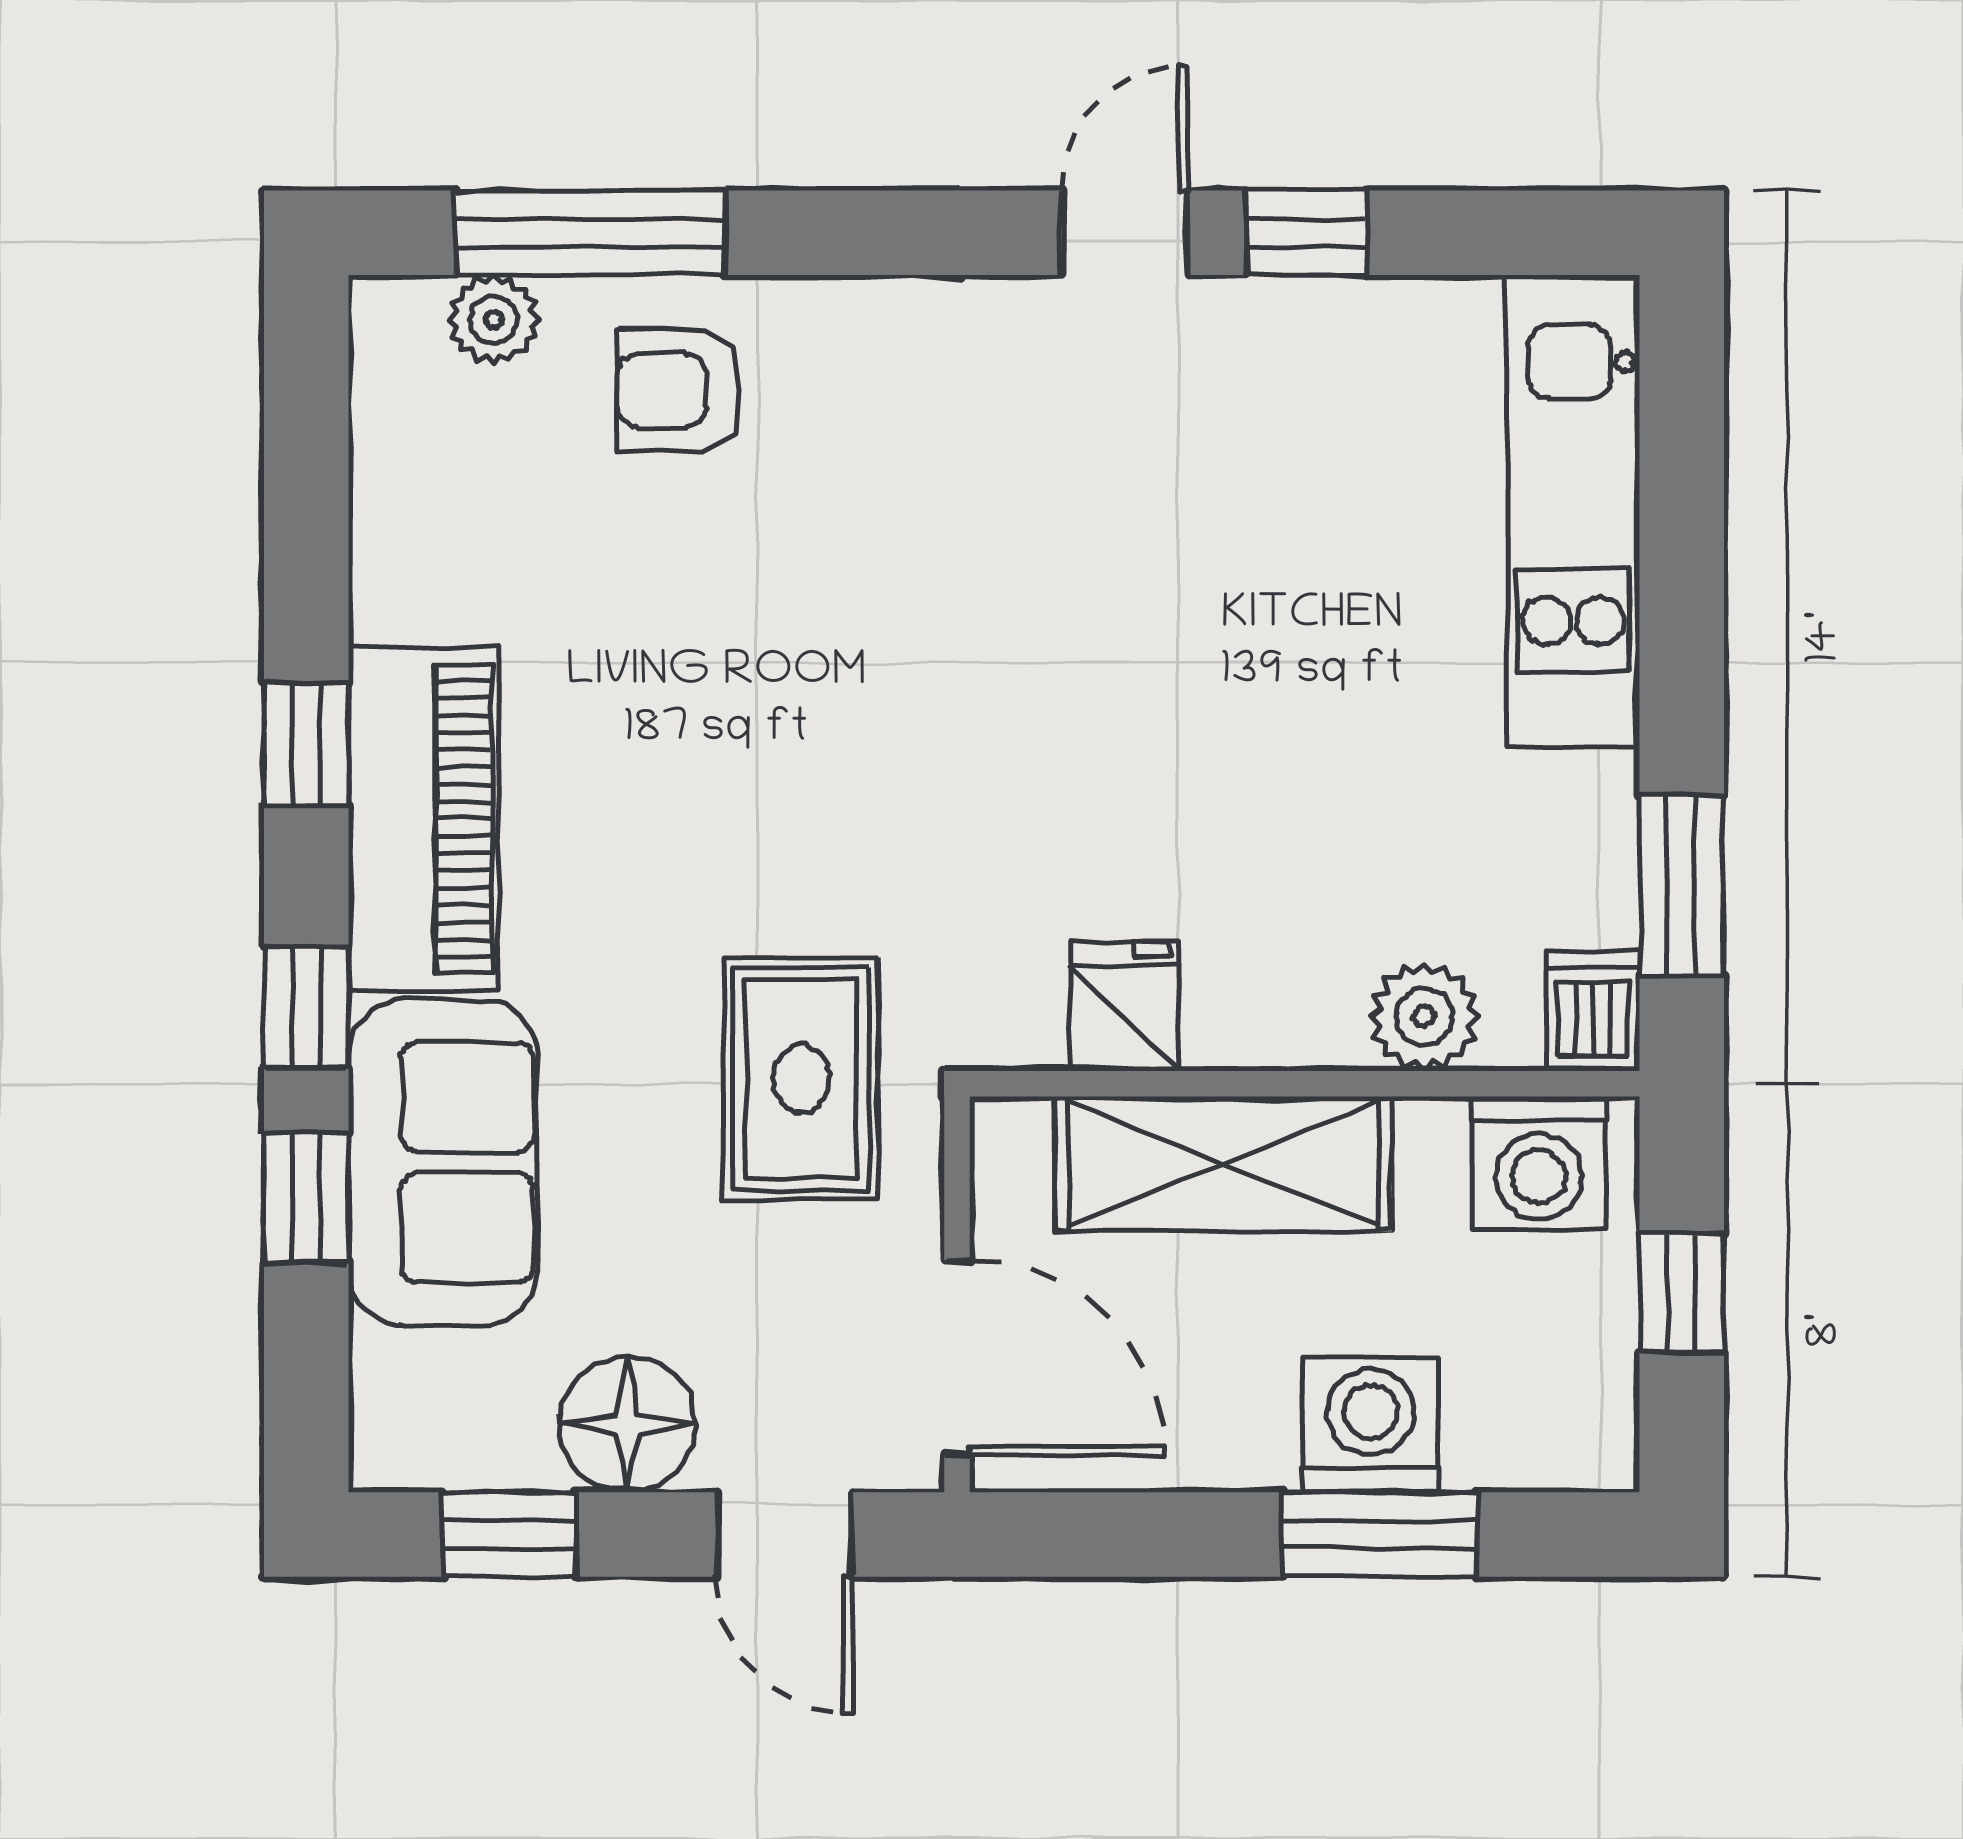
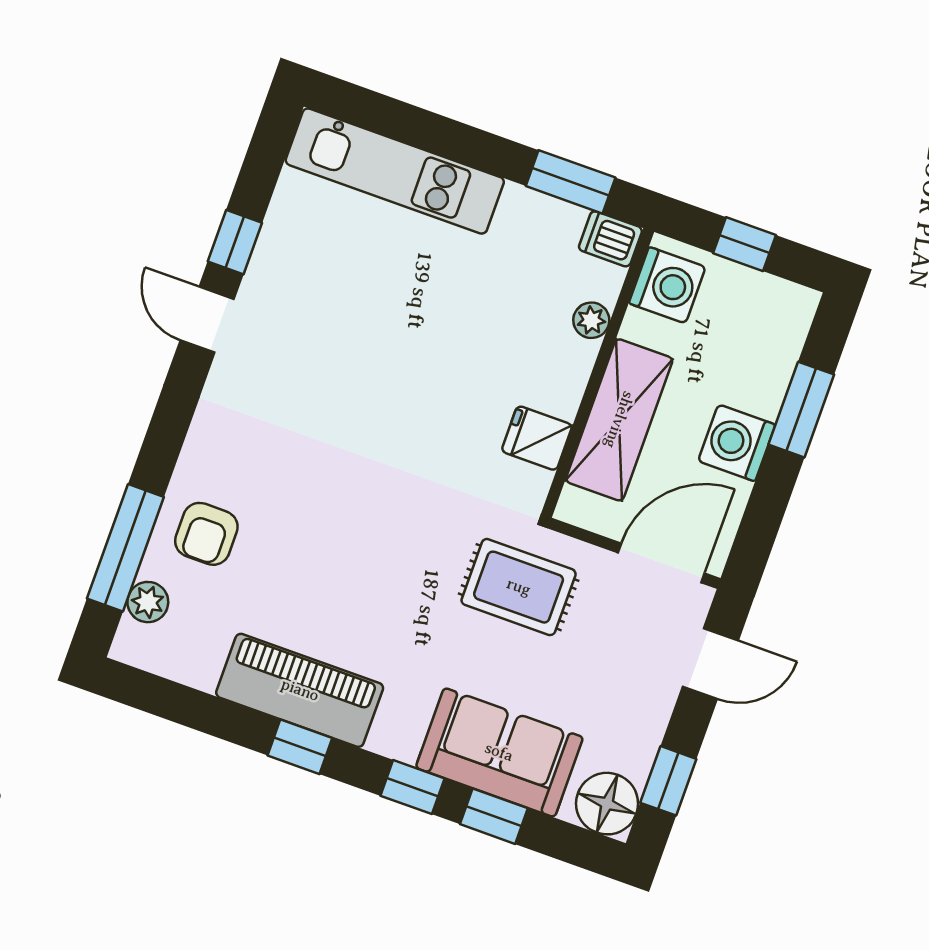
piano: (423, 819) -> (300, 690), moved
plant: (1424, 1017) -> (591, 320), width x0.73, depth x0.73
floor lamp: (627, 1424) -> (607, 804), moved
washing machine: (1371, 1425) -> (737, 443), moved

